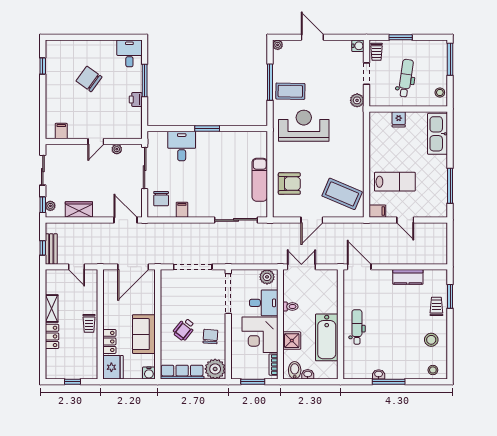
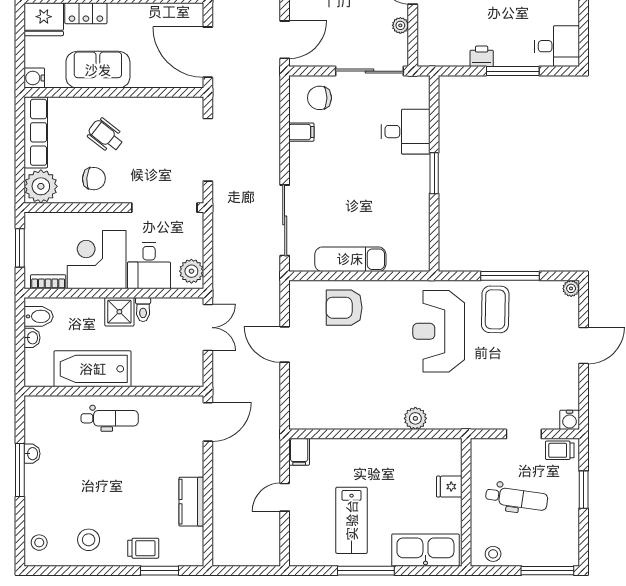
plant: (357, 100) -> (415, 418), moved
reception desk: (304, 126) -> (439, 331), turned 180
lab bench: (395, 182) -> (352, 520), moved
armchair: (289, 184) -> (344, 308), turned 90
window: (450, 186) -> (366, 571), moved
coffee table: (342, 194) -> (327, 394), removed
shower: (292, 341) -> (119, 312), moved

